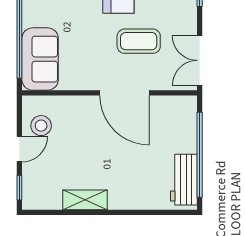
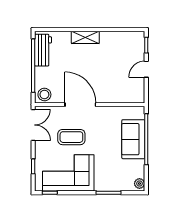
sofa: (40, 59) -> (133, 139), moved
stool: (41, 126) -> (44, 94), moved
shelving: (85, 200) -> (85, 37), moved

